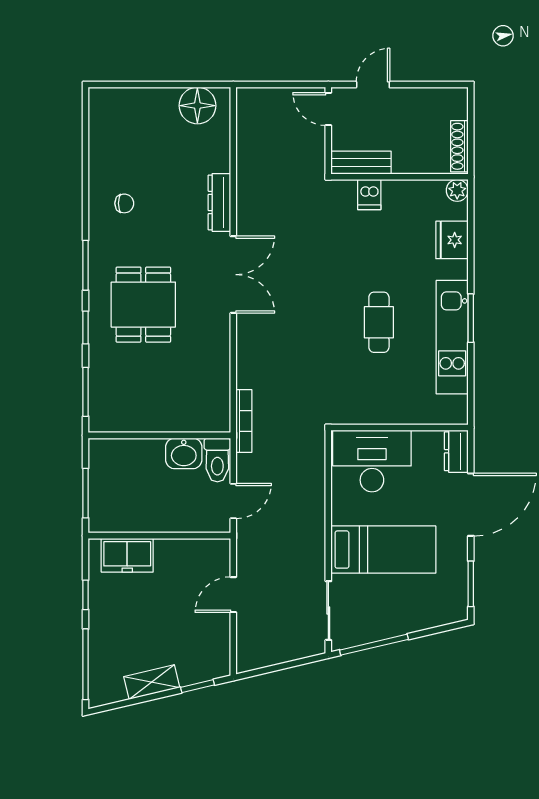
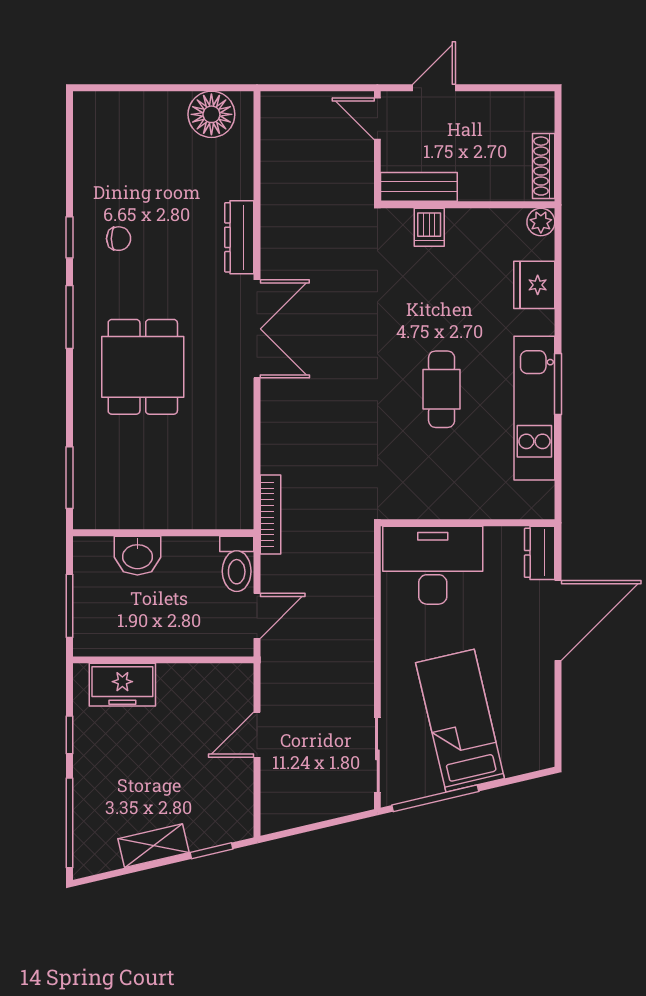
window: (86, 328) -> (70, 237), moved
washbasin: (184, 453) -> (137, 556), moved
bed: (383, 550) -> (460, 721), moved, turned -103
window: (471, 584) -> (558, 721), removed

